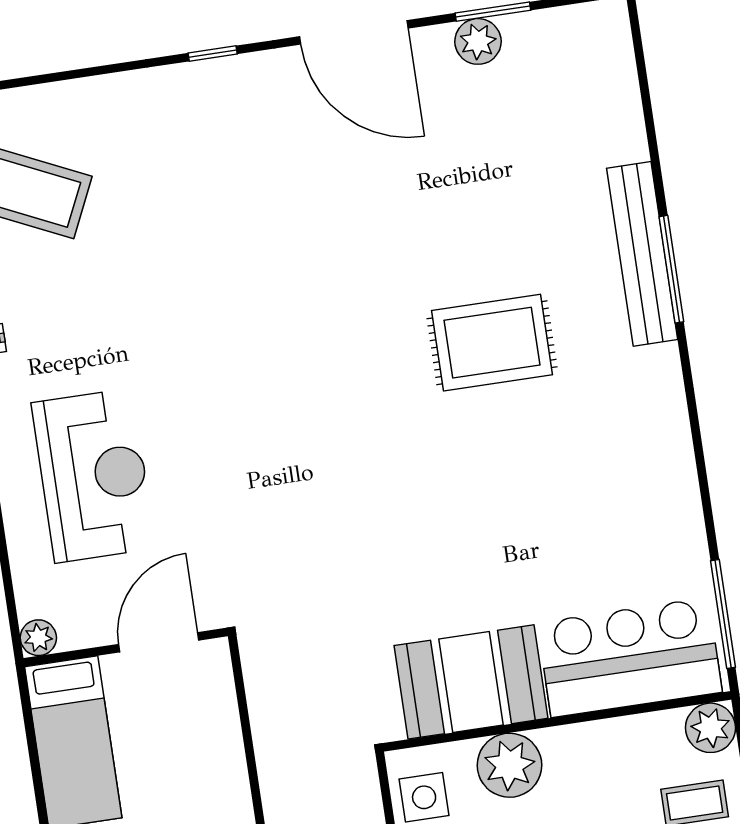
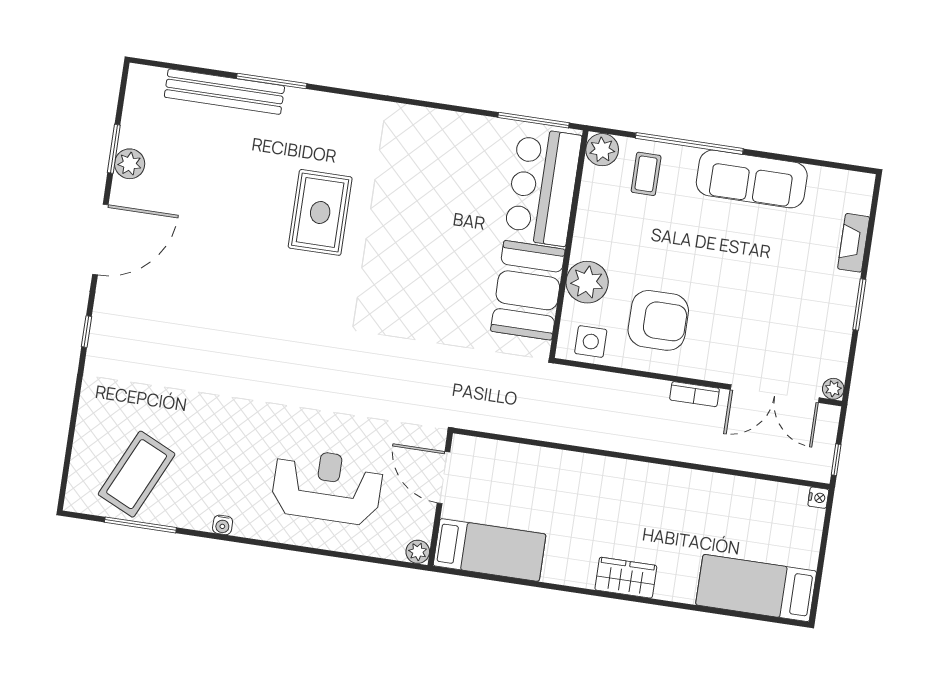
bench: (642, 254) -> (224, 92), moved
window: (671, 269) -> (272, 81), moved

